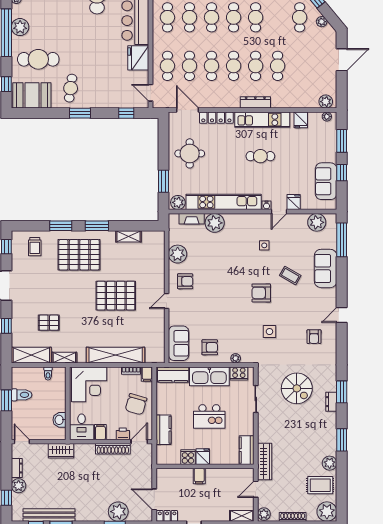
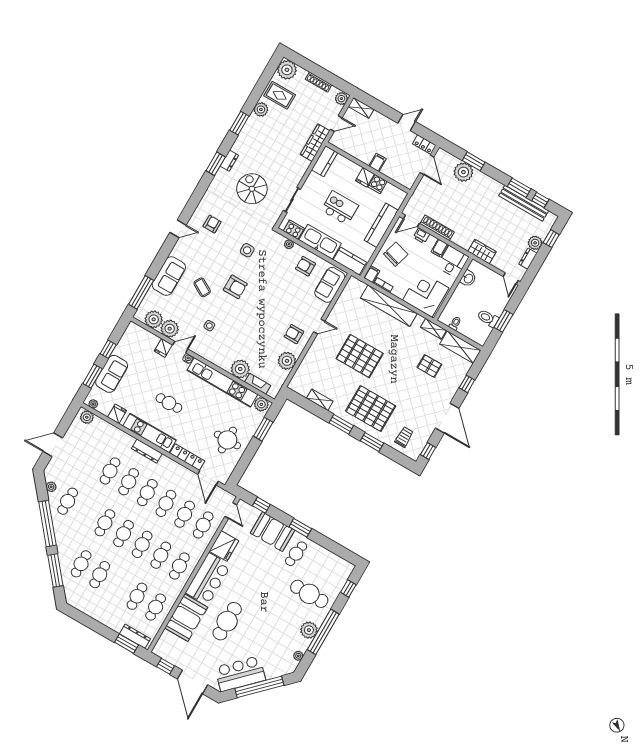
booth: (32, 95) -> (272, 532), moved
sofa: (326, 181) -> (112, 374), moved
plant: (298, 222) -> (170, 329), added
kitchen counter: (164, 430) -> (381, 225), width x1.50

